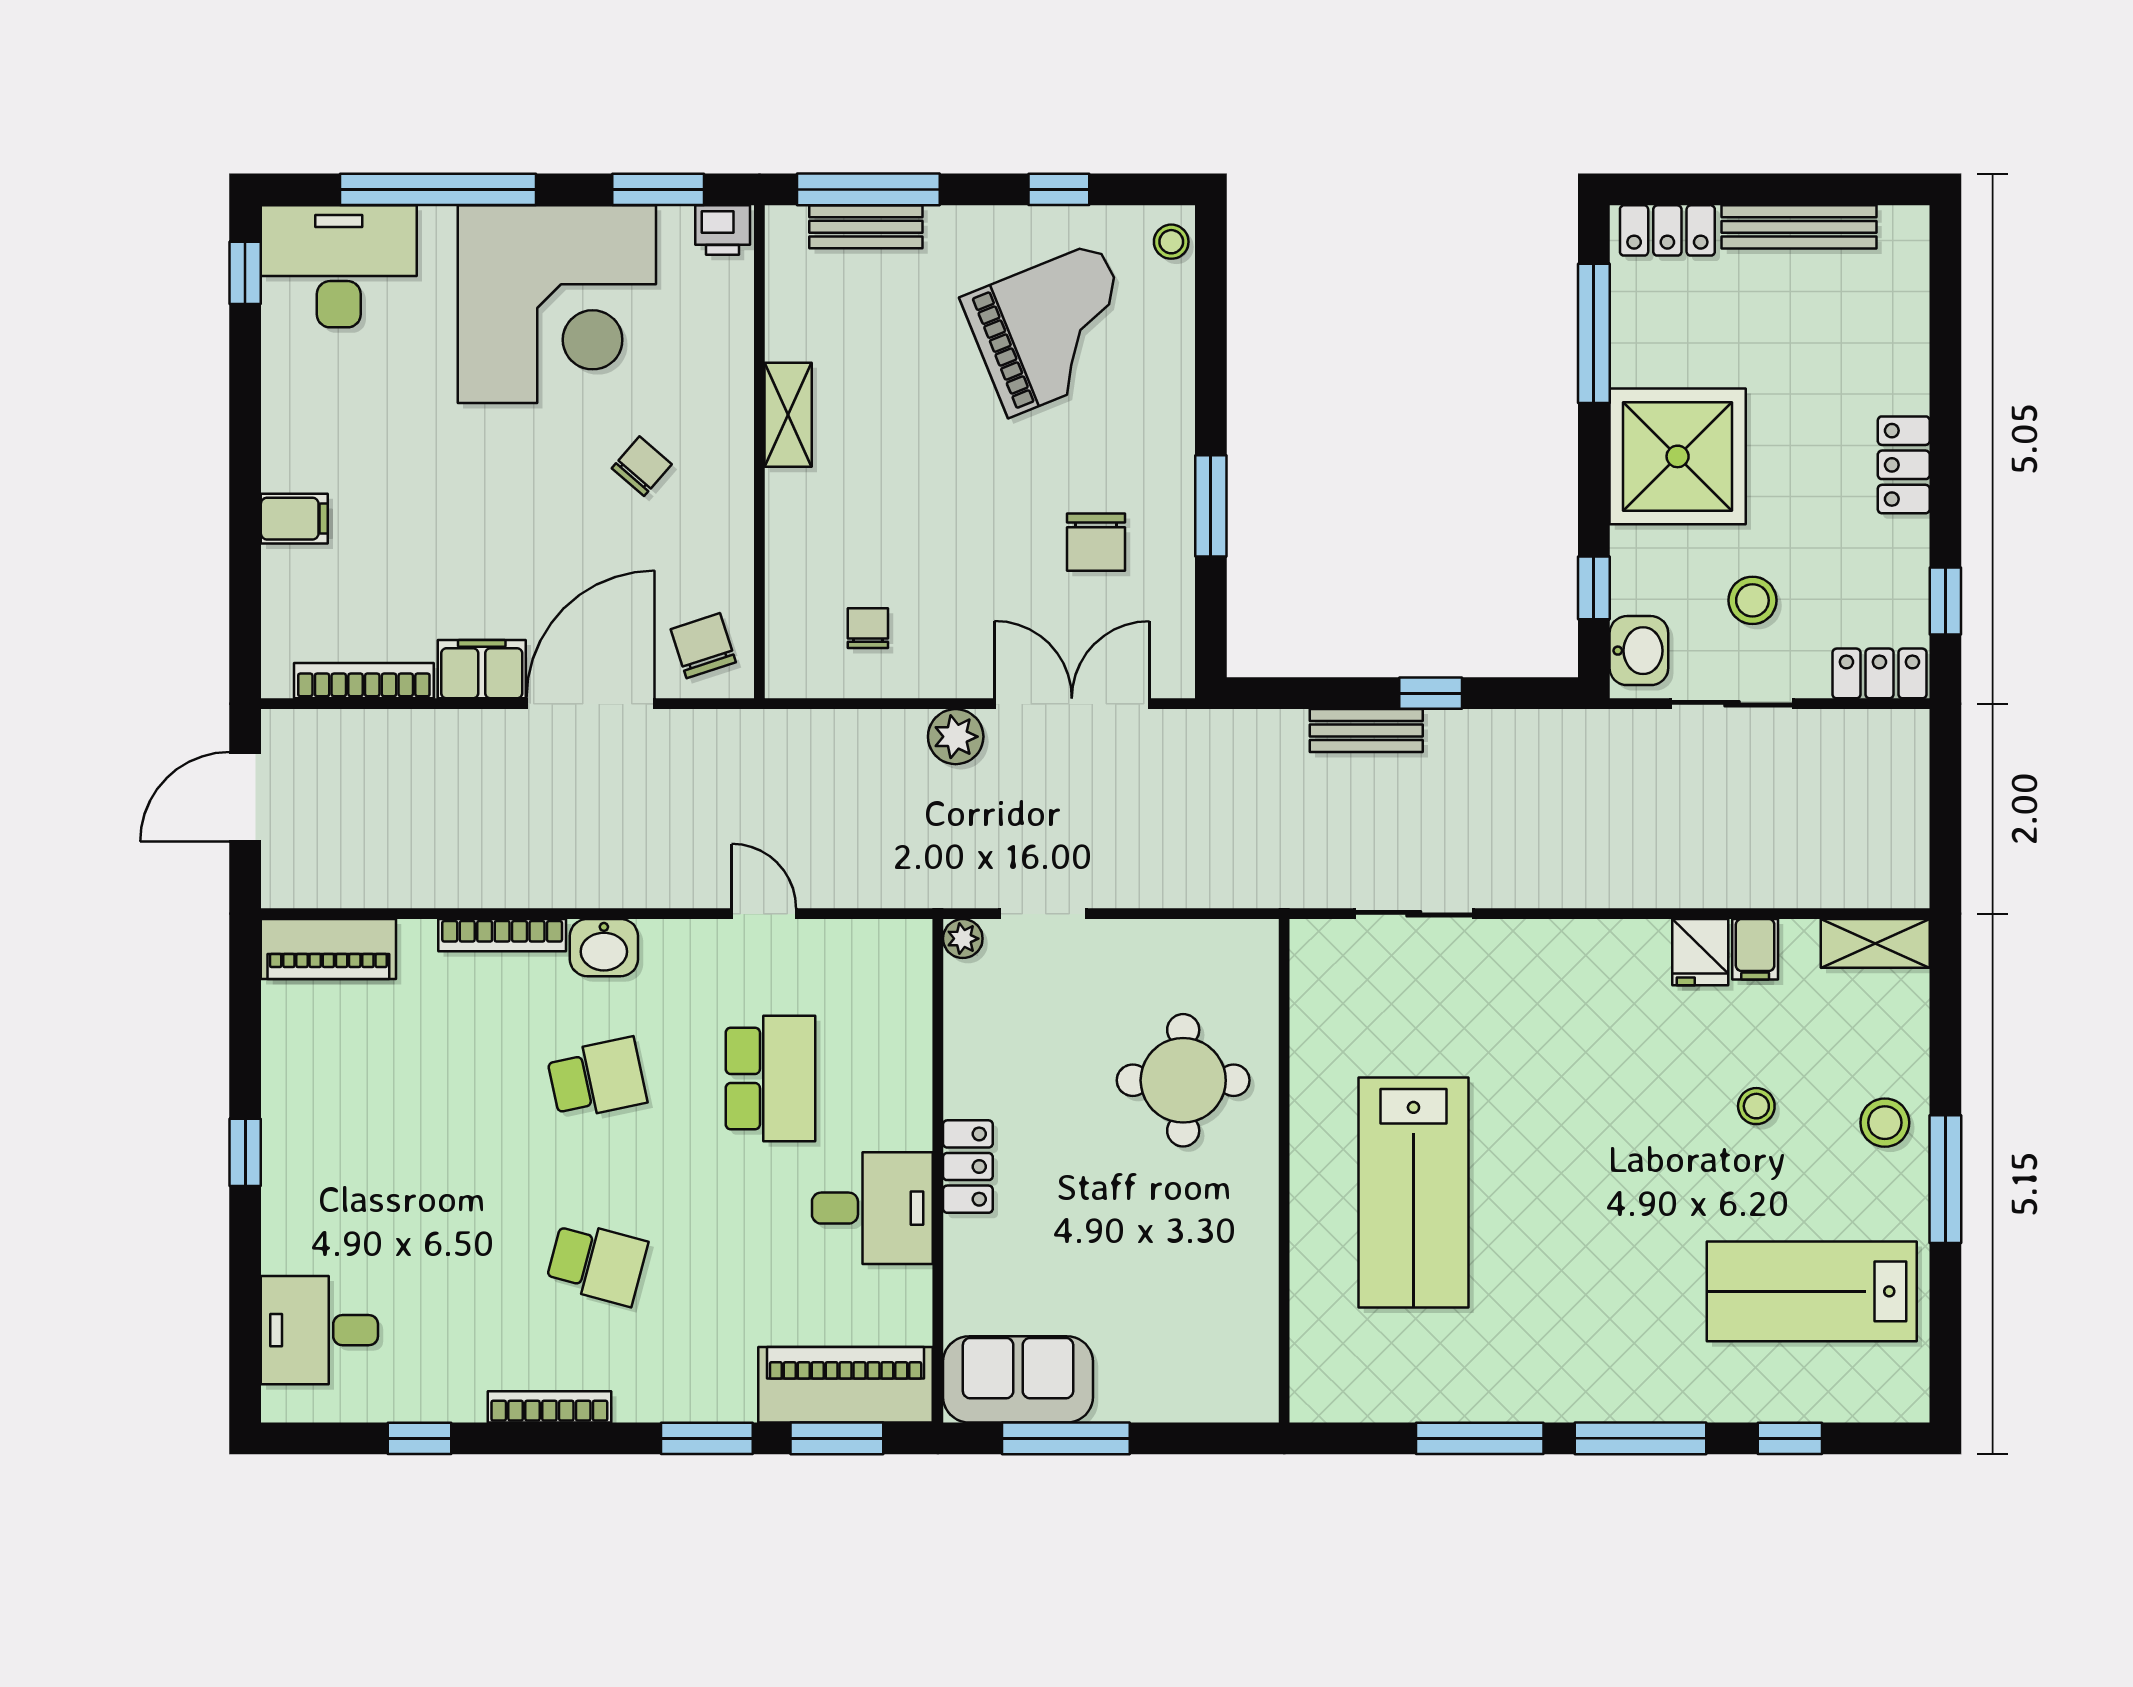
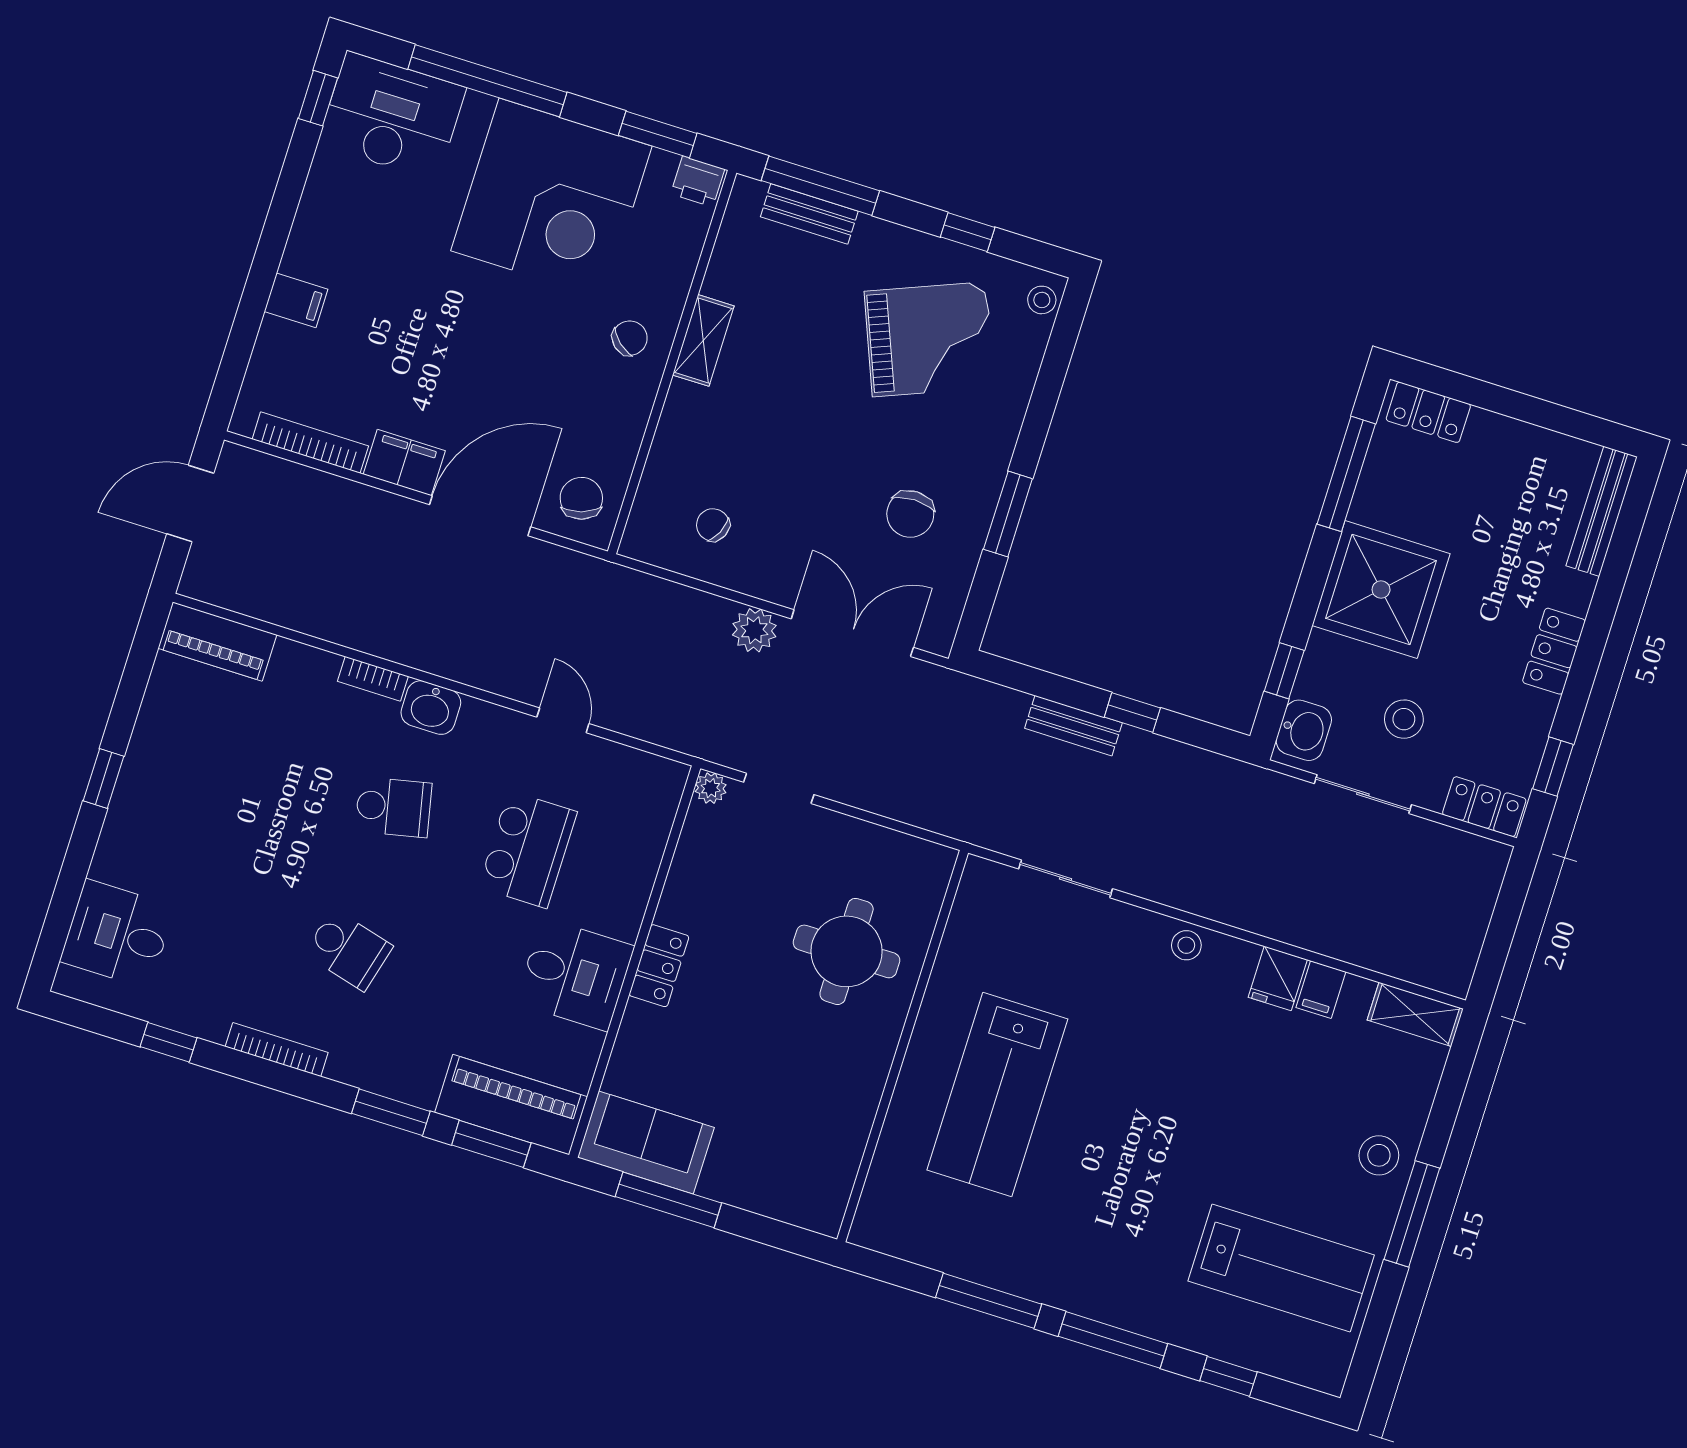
bench: (1799, 227) -> (1602, 511), moved, turned 90
chair: (642, 466) -> (630, 338), moved
chair: (868, 628) -> (713, 525), turned -65
bookcase: (502, 935) -> (373, 679), width x0.64
stool: (1756, 1106) -> (1186, 945), moved
lab bench: (1812, 1291) -> (1281, 1268), turned 180

